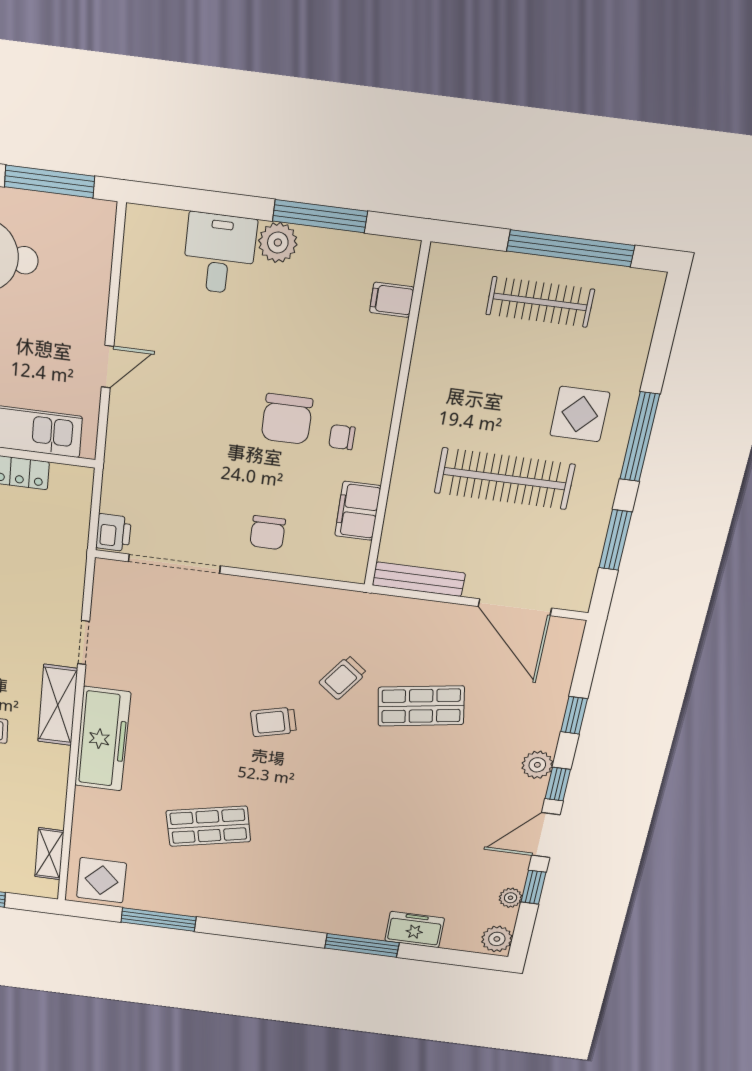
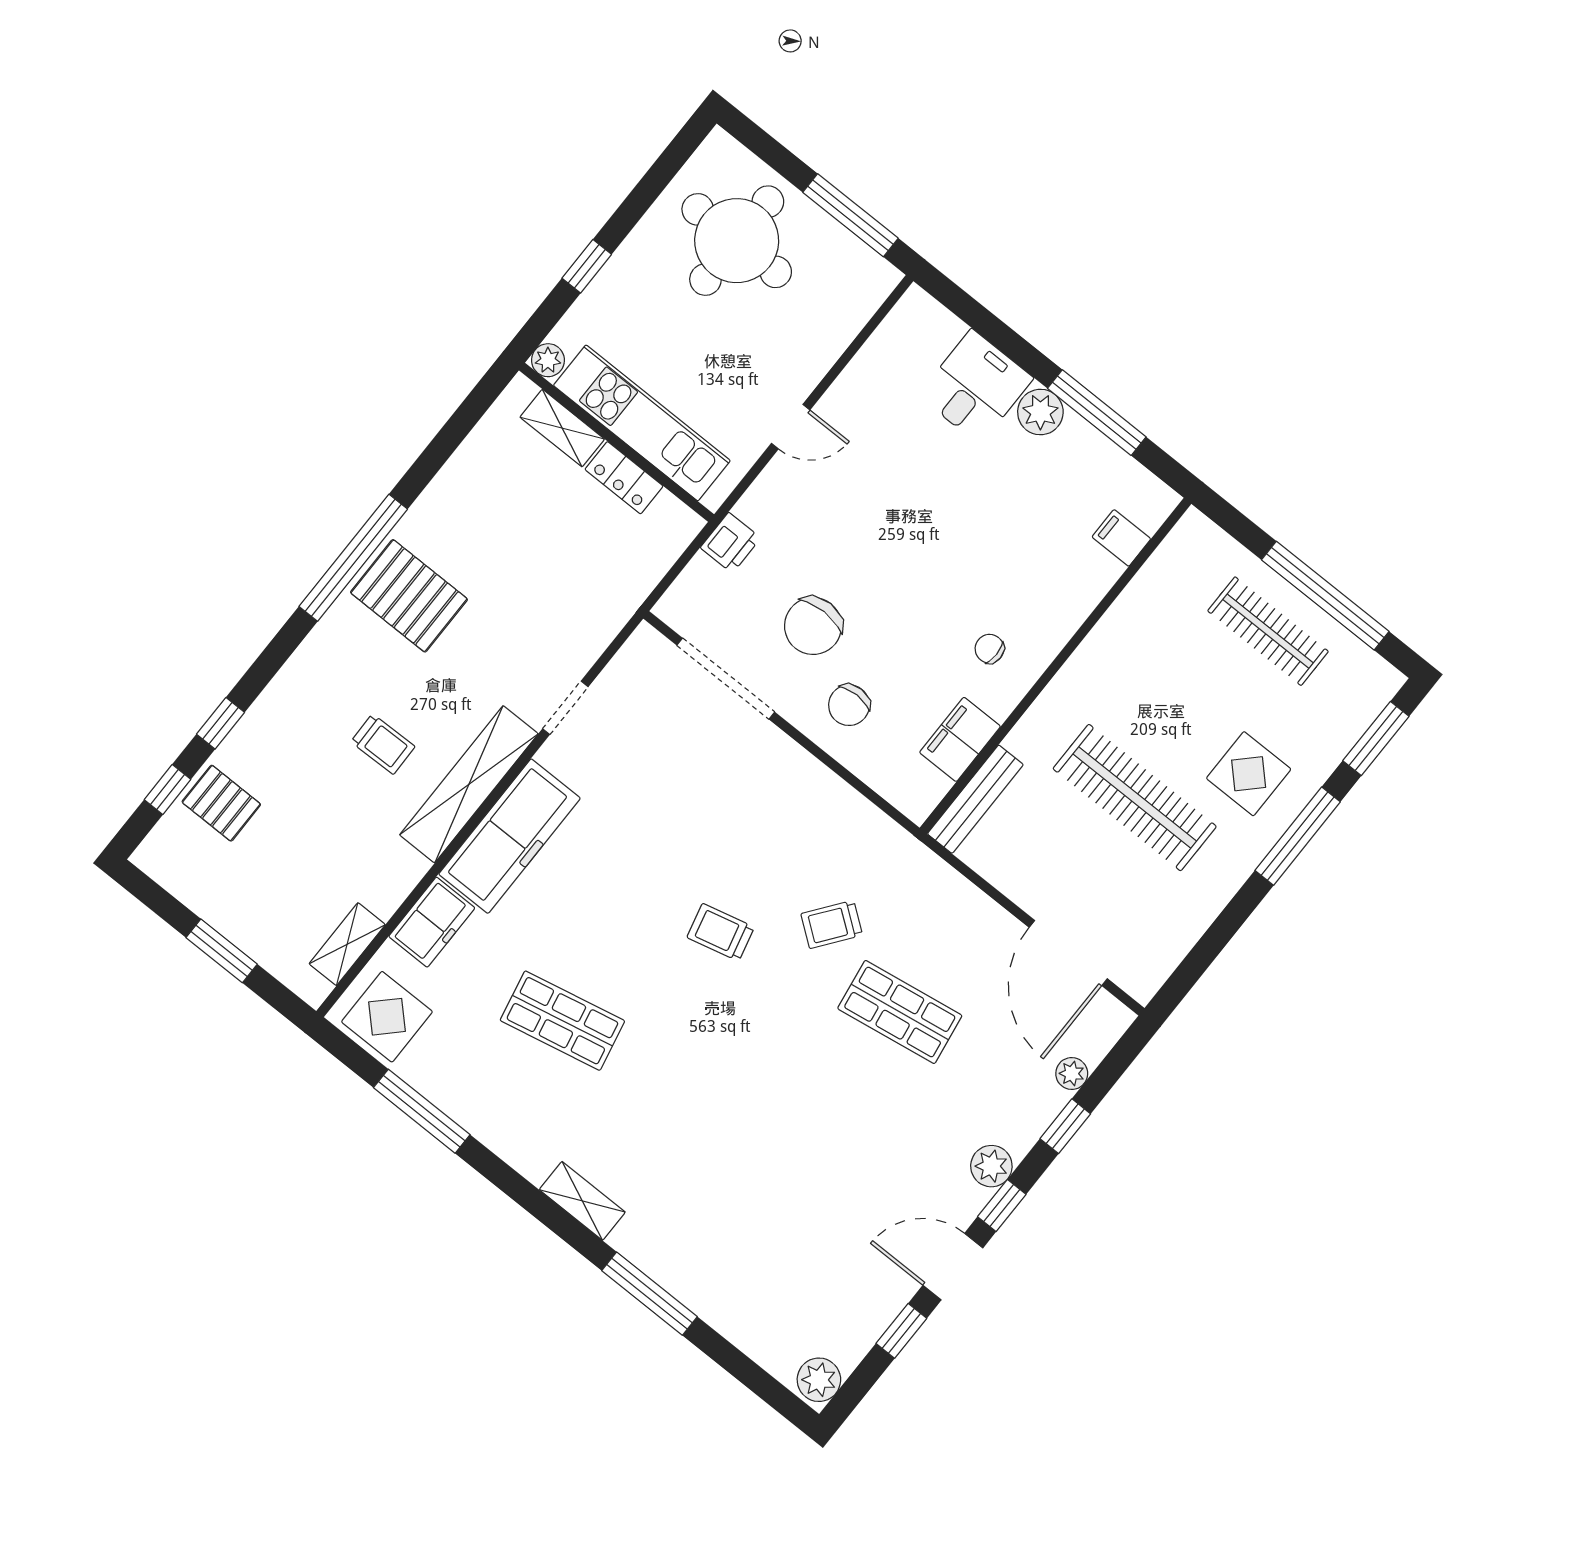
chair: (287, 419) -> (813, 626), moved
printer: (113, 533) -> (731, 543), moved
window: (615, 540) -> (1376, 739), moved
bench: (419, 579) -> (975, 799), moved, turned 90
shelving: (58, 705) -> (469, 784), width x1.47
plant: (511, 898) -> (1072, 1074), moved
shelving: (288, 917) -> (582, 1201), added
freezer: (415, 930) -> (432, 922), moved, turned 90

